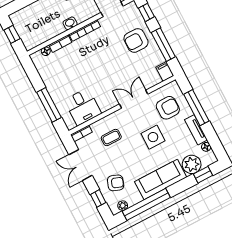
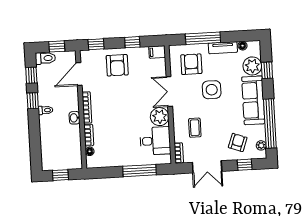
window: (163, 45) -> (132, 42), width x0.46
plant: (107, 101) -> (160, 117), added
window: (203, 175) -> (267, 70), moved

